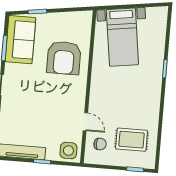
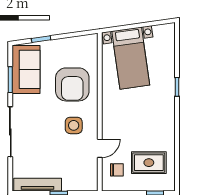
door: (85, 122) -> (100, 148), hinge flipped
side table: (68, 151) -> (74, 125), moved

